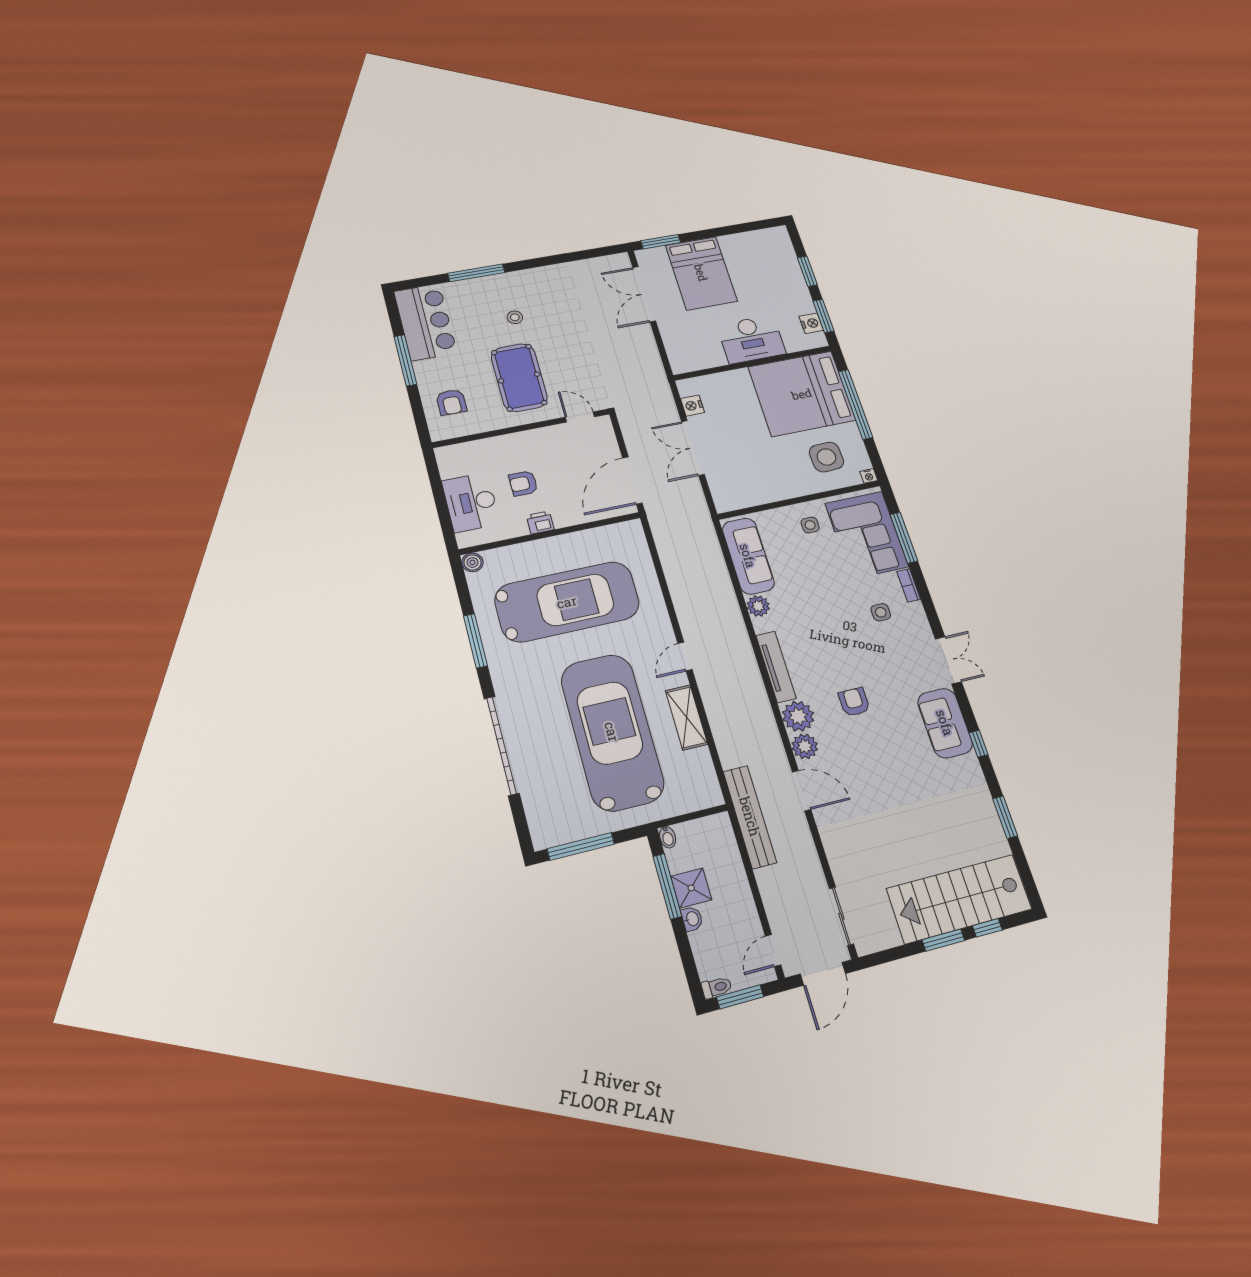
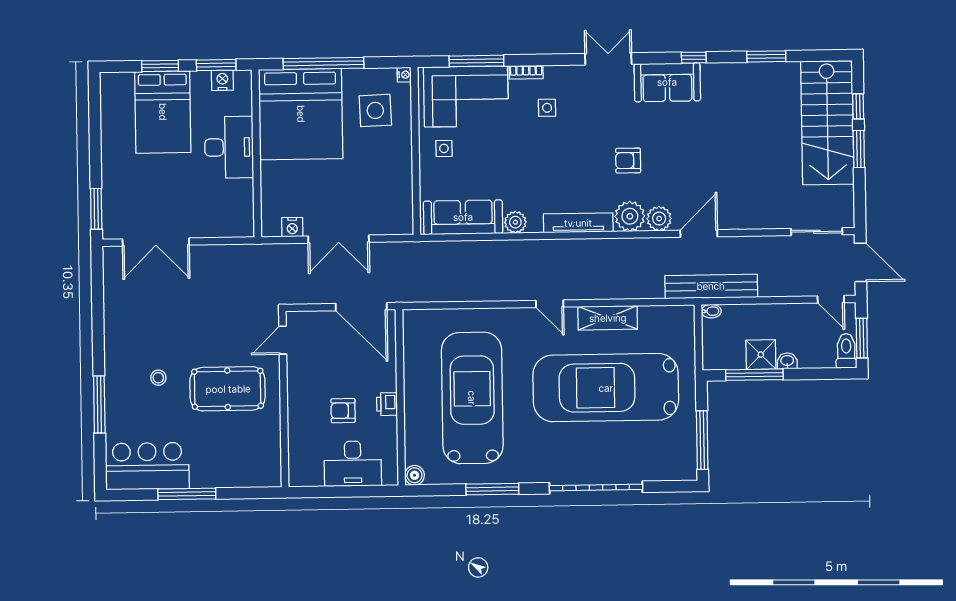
bed: (701, 273) -> (163, 112), moved, turned 90
armchair: (451, 402) -> (242, 460), removed
armchair: (523, 483) -> (343, 411), turned 90
bidet: (668, 837) -> (711, 311), moved
toilet: (717, 987) -> (846, 351), width x1.37, depth x1.39

